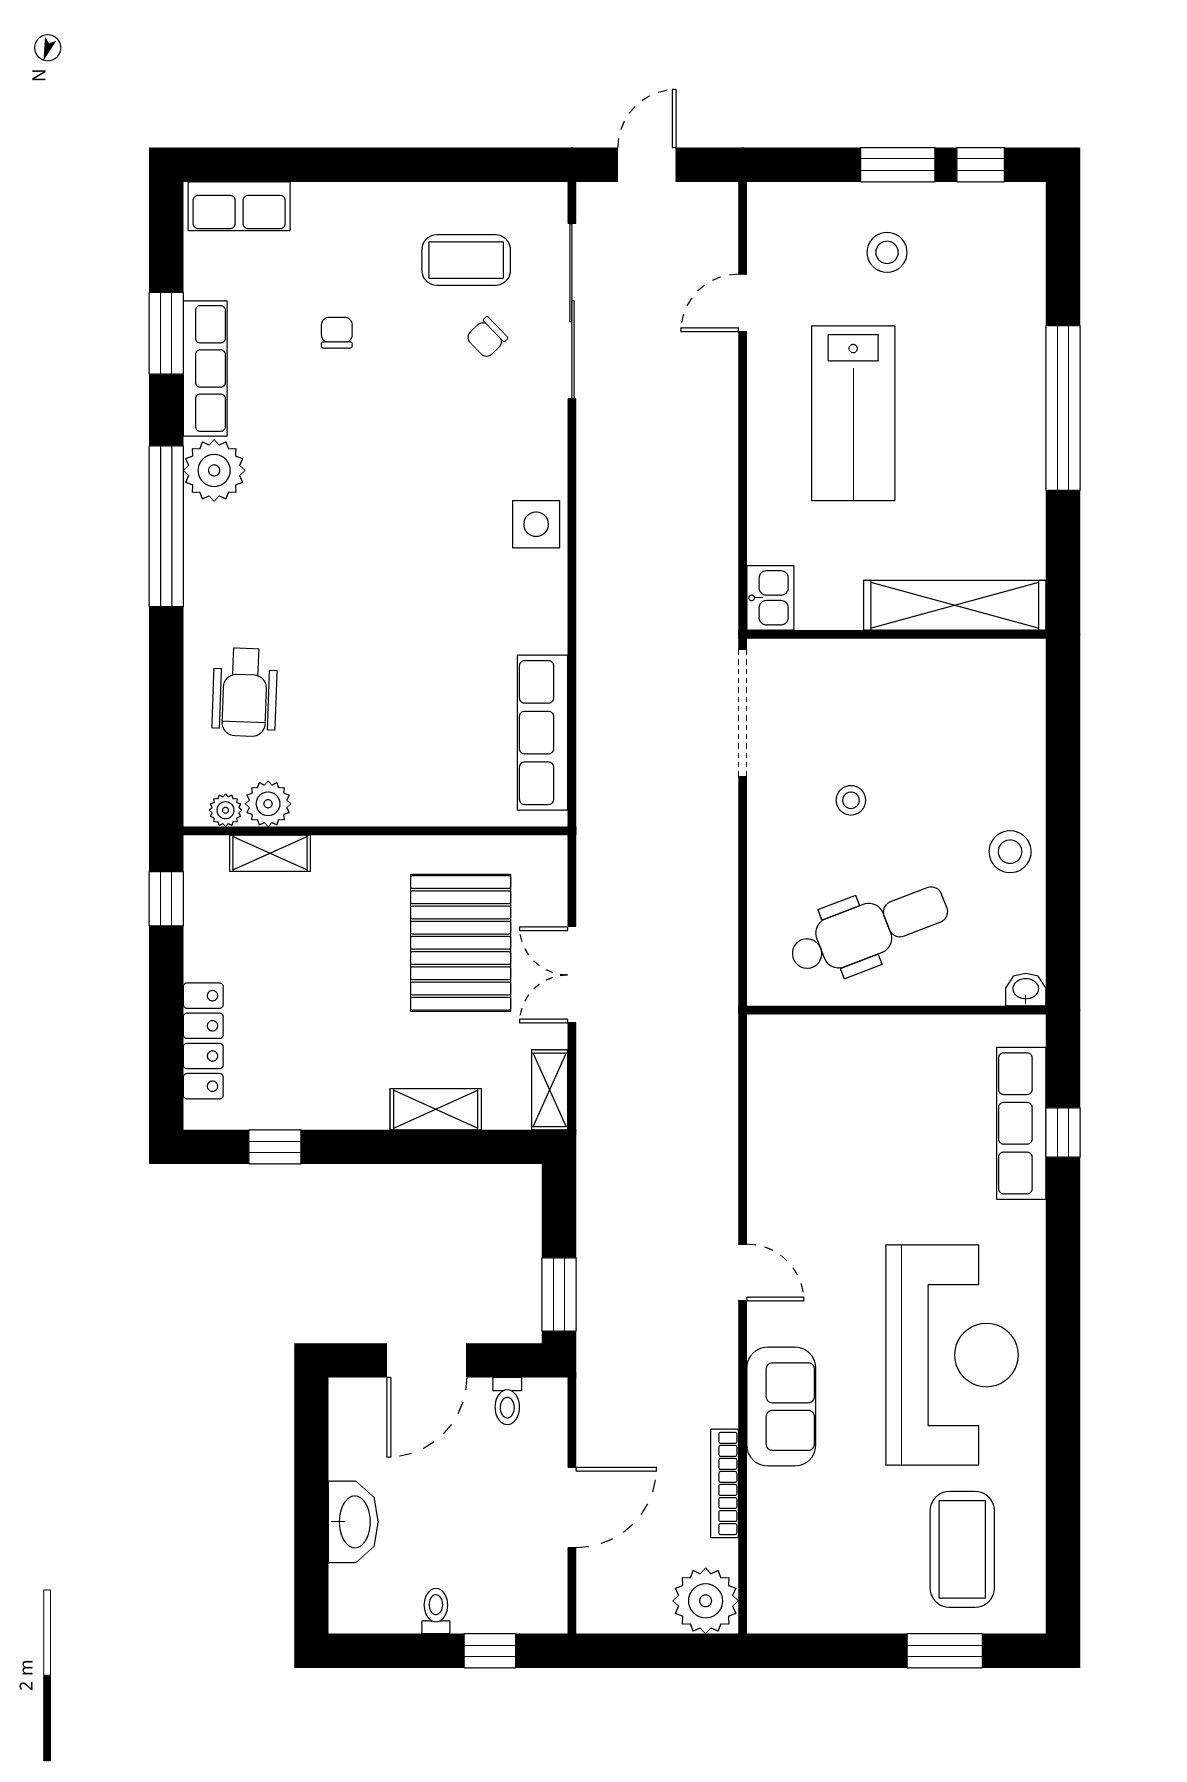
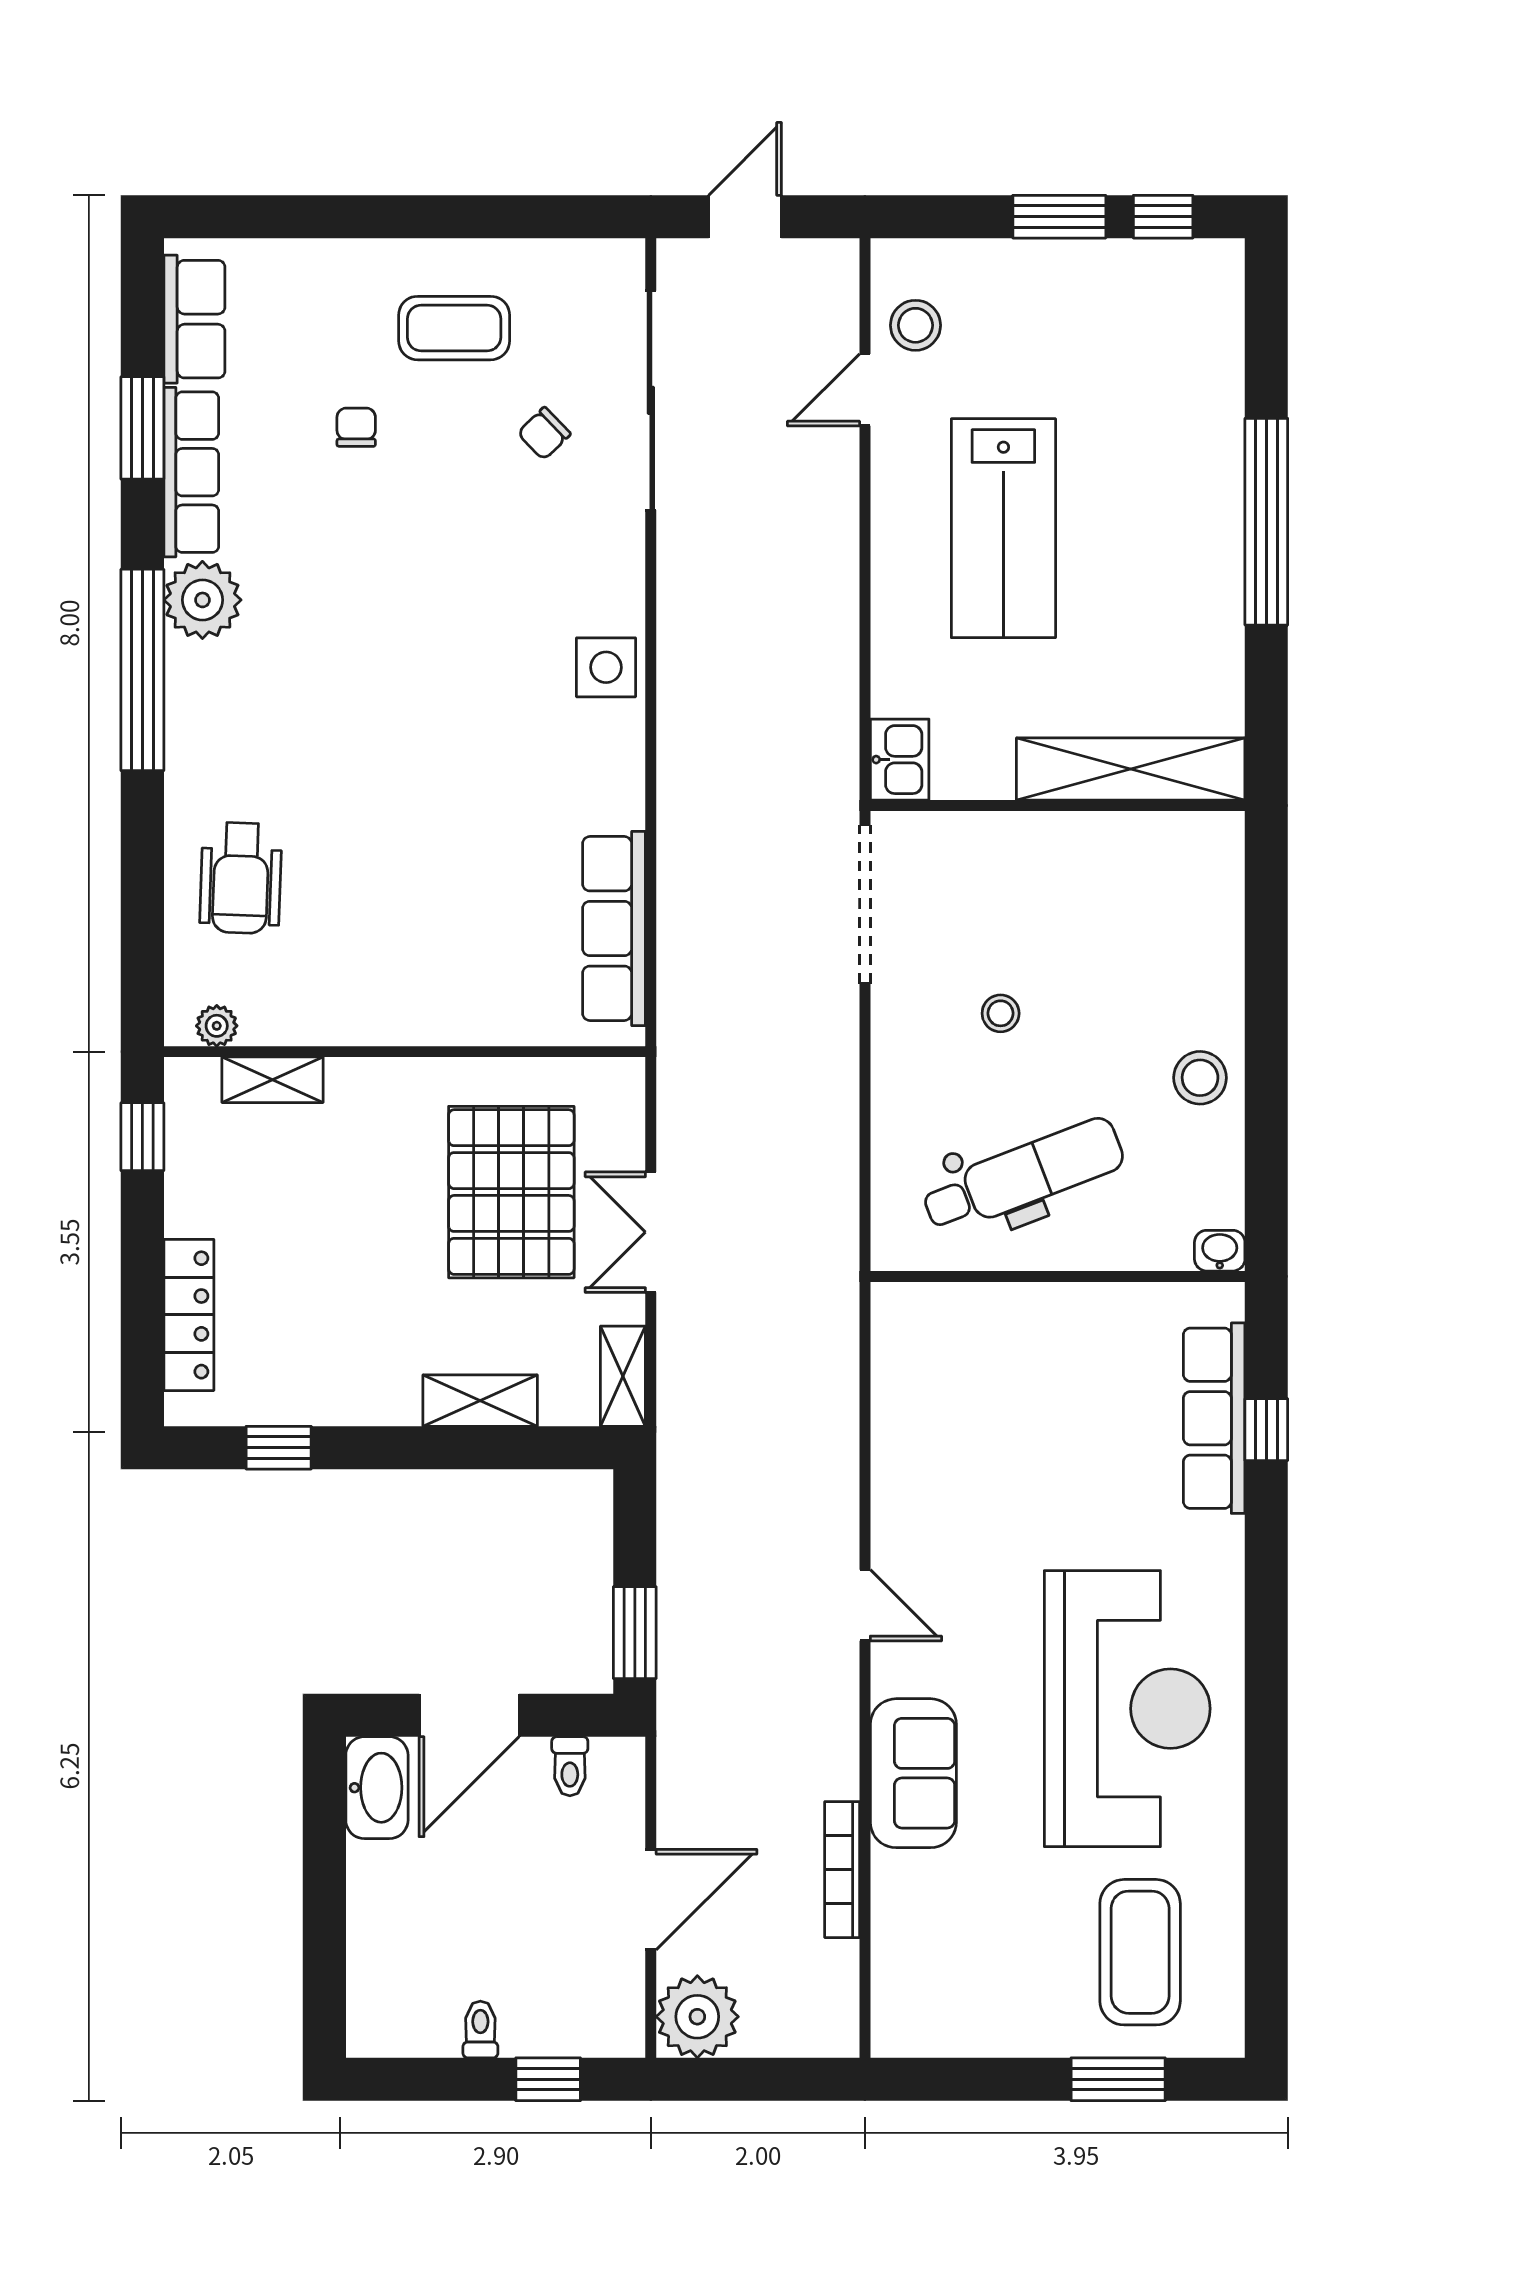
row of seats: (239, 206) -> (194, 319), moved, turned -90
stool: (887, 252) -> (915, 325), moved
coffee table: (466, 260) -> (454, 328), moved
plant: (268, 804) -> (270, 1018), removed
washbasin: (353, 1522) -> (377, 1788), moved
plant: (706, 1601) -> (697, 2017), moved

